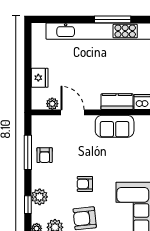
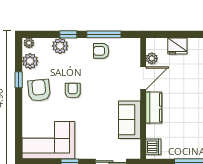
kitchen counter: (117, 102) -> (154, 108), moved
window: (28, 205) -> (68, 34), moved

